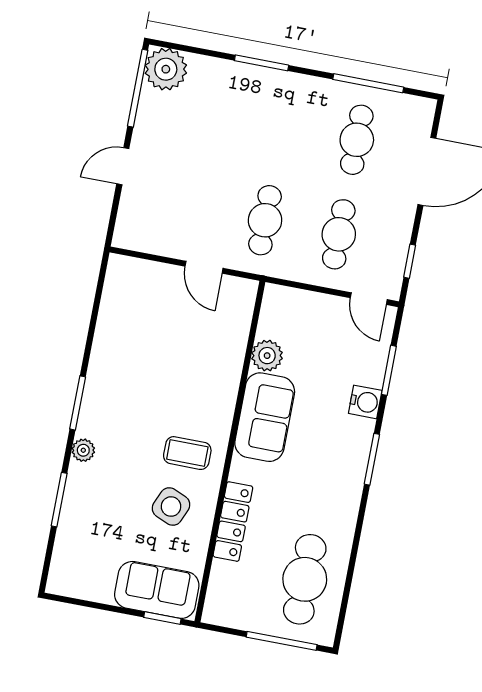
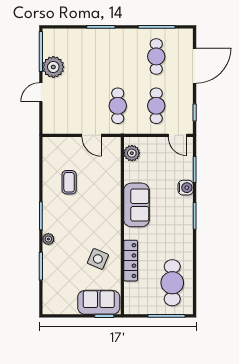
plant: (166, 69) -> (53, 67), moved
plant: (267, 356) -> (132, 153), moved
coffee table: (187, 453) -> (69, 182), moved, turned 90

